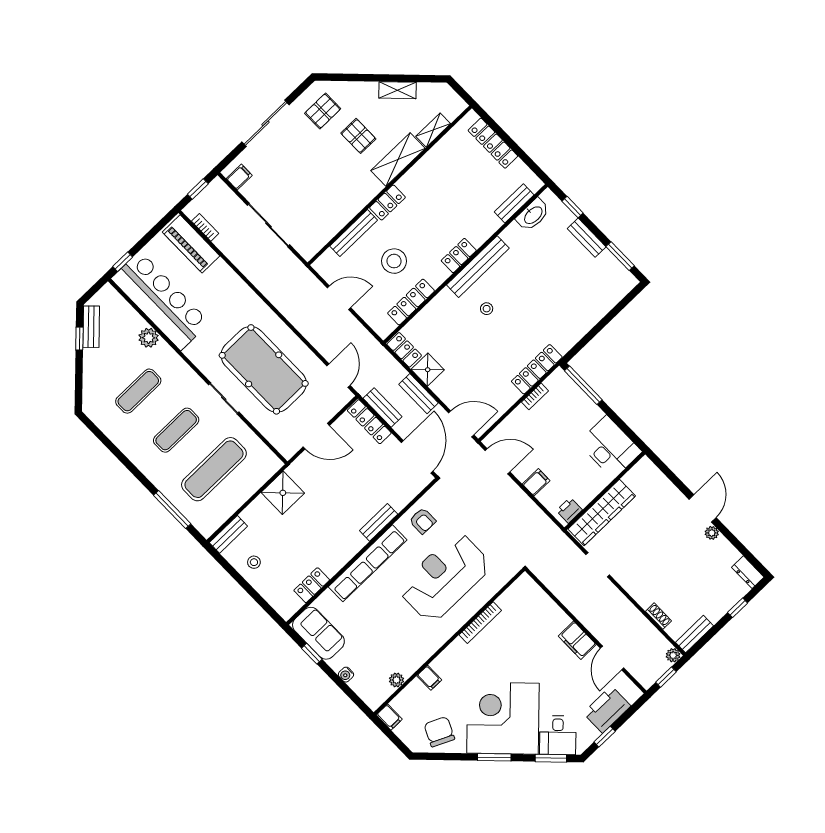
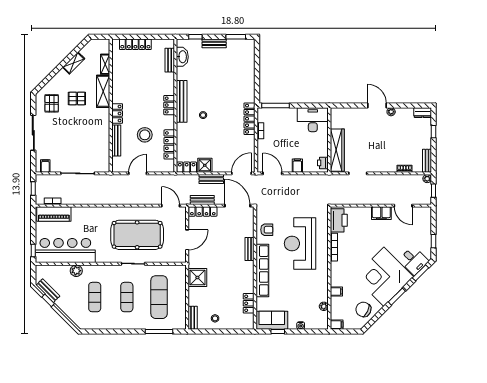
door: (497, 461) -> (272, 173), hinge flipped
printer: (607, 709) -> (339, 220), moved, turned 180

